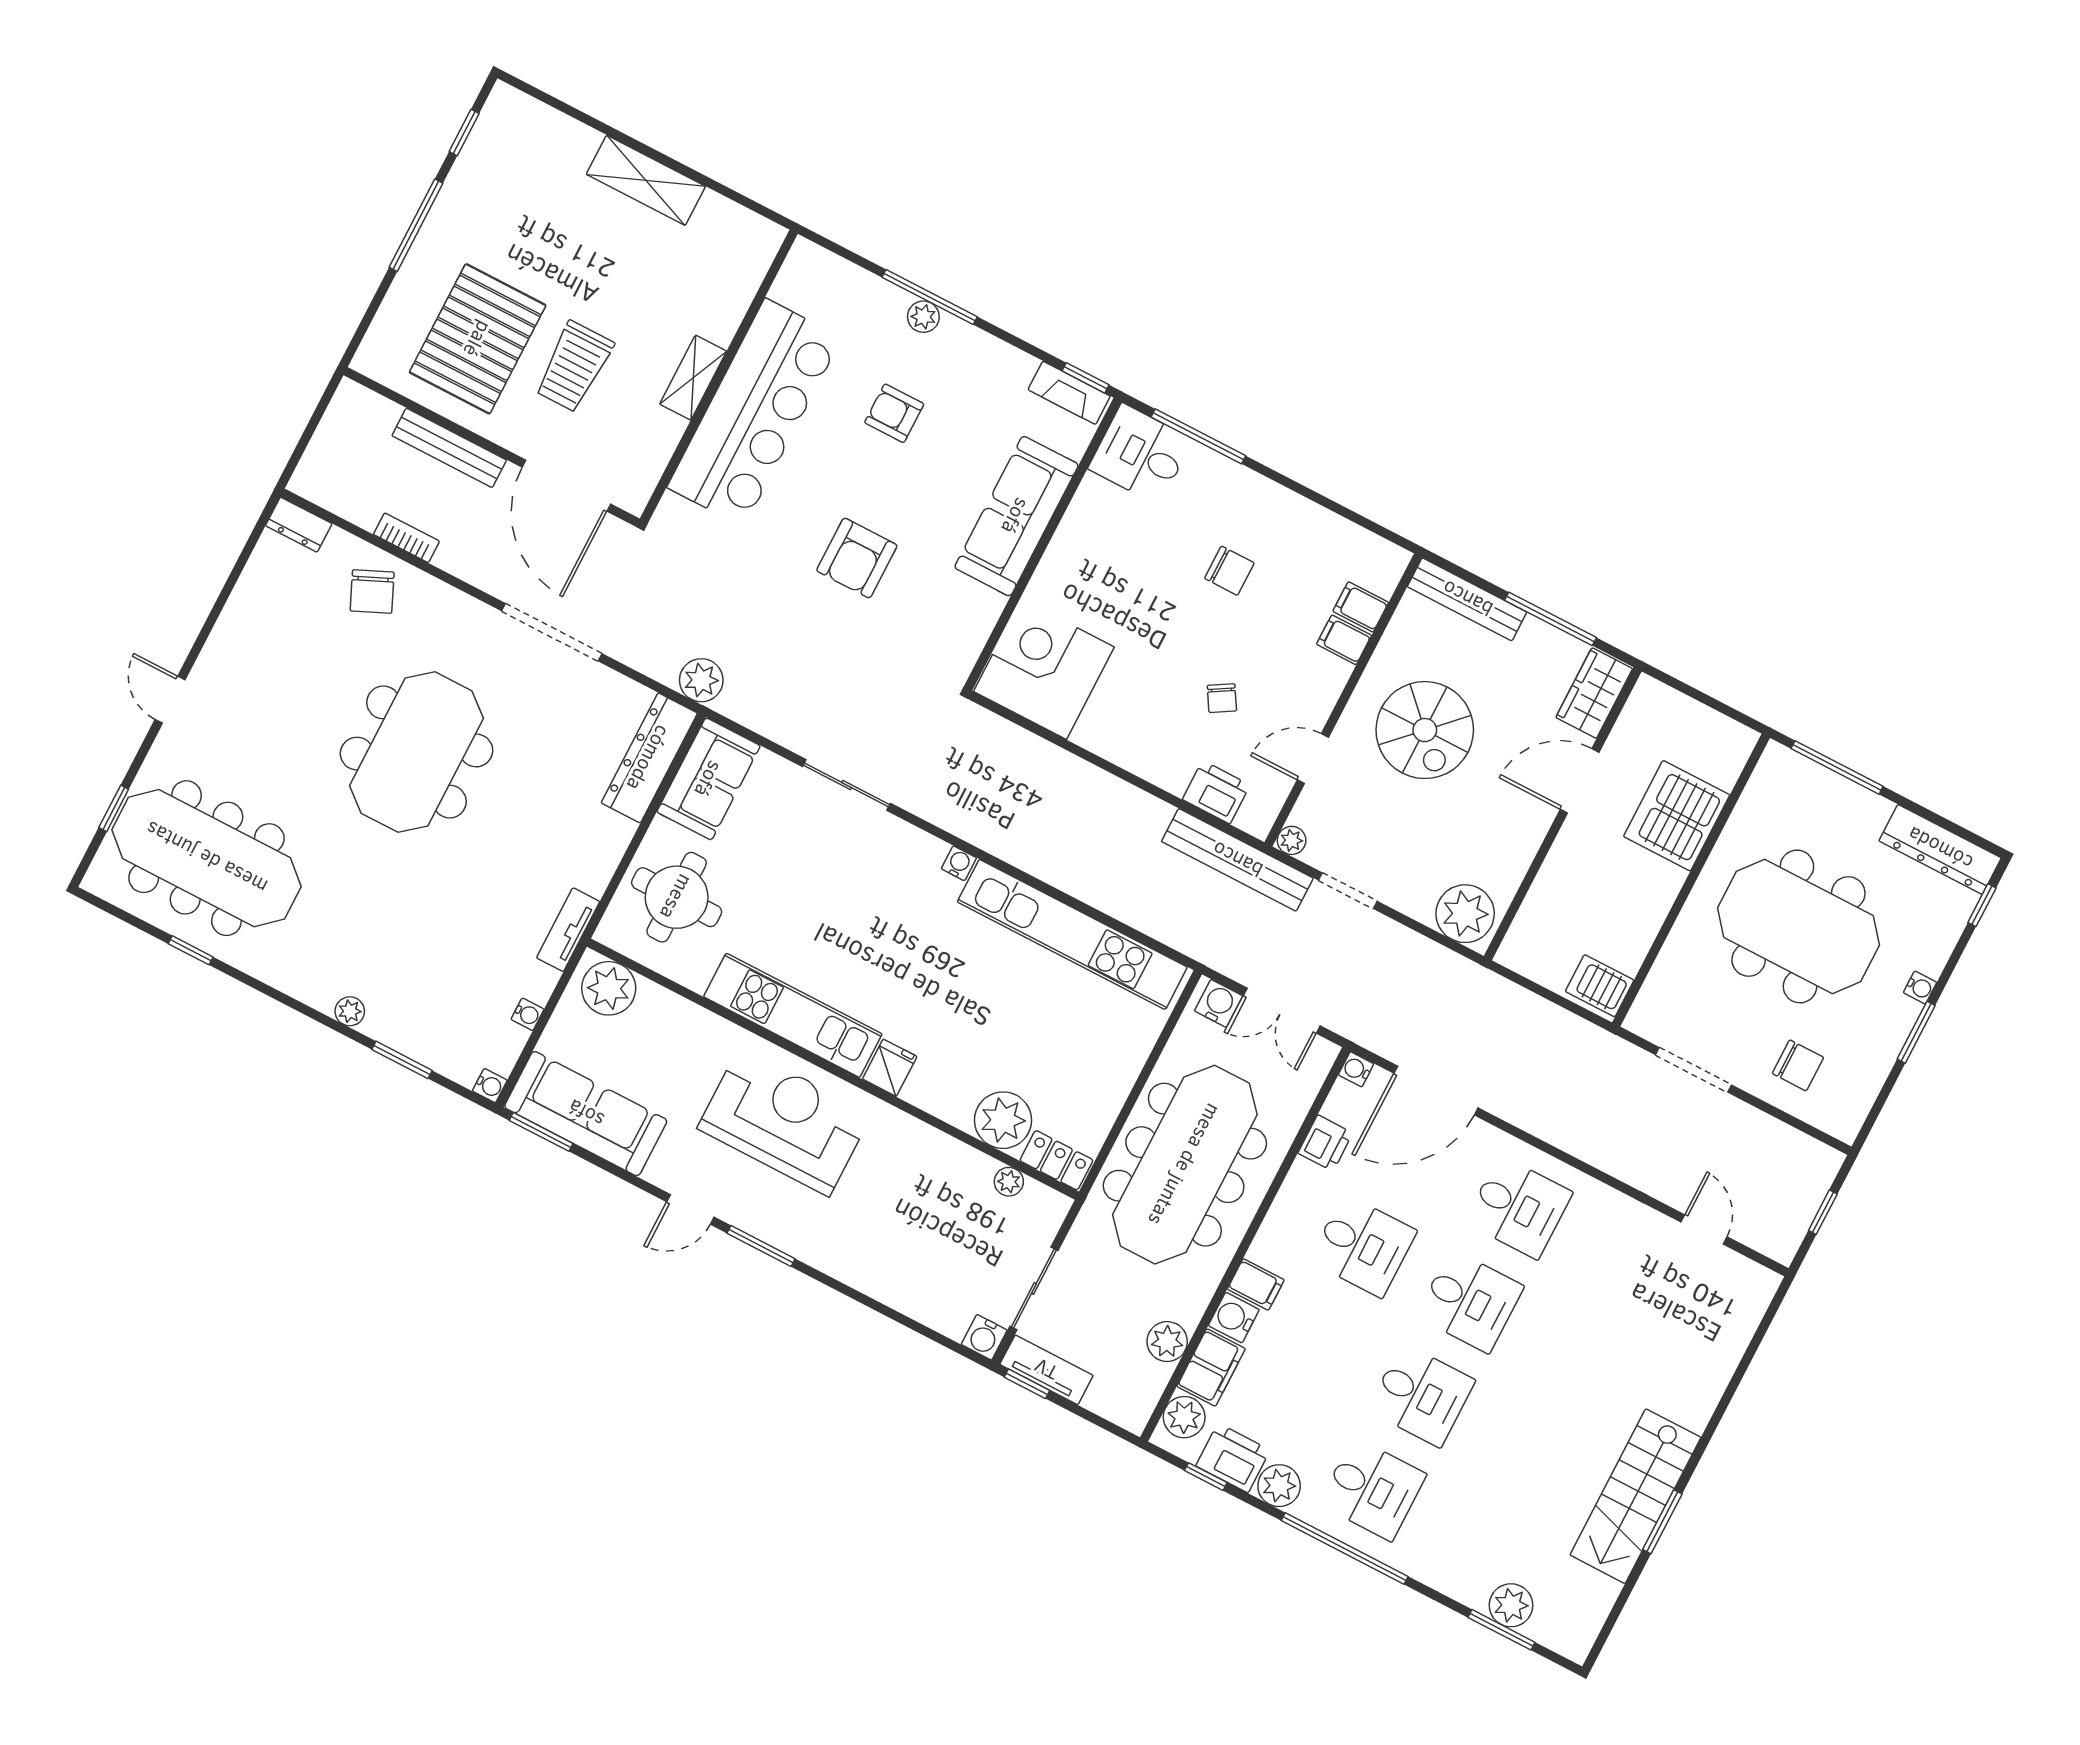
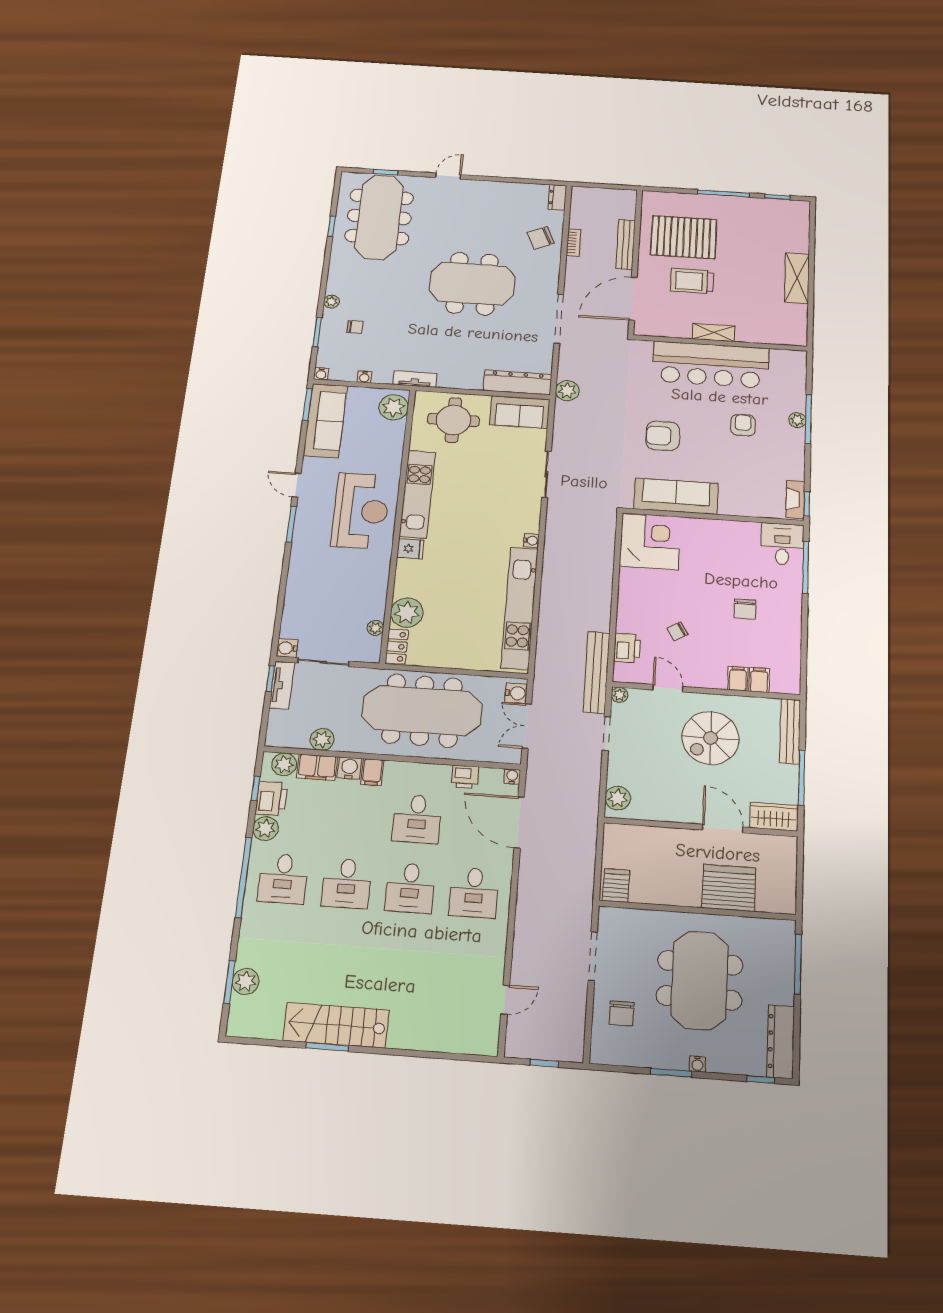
sofa: (1016, 516) -> (676, 496), moved
plant: (1465, 914) -> (618, 798), width x0.73, depth x0.73
chair: (420, 991) -> (355, 327), added

